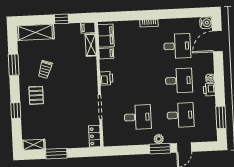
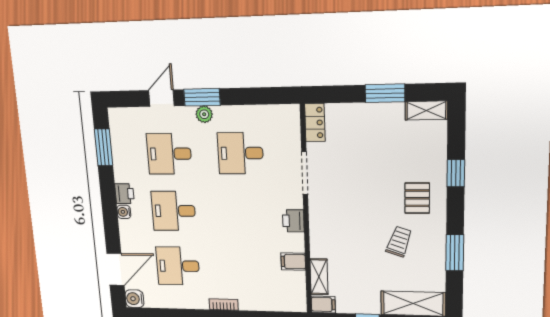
filing cabinet: (106, 36) -> (294, 290), removed

